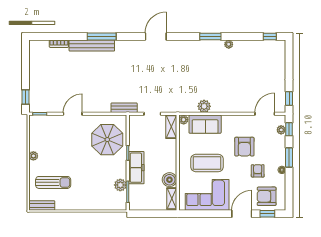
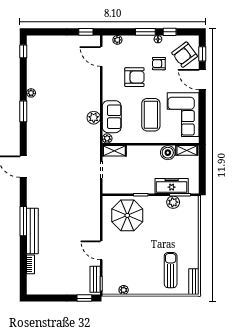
bench: (124, 108) -> (95, 279), moved
window: (289, 129) -> (170, 32), moved
plant: (33, 156) -> (124, 290), moved
freezer: (136, 168) -> (172, 186), moved
armchair: (267, 196) -> (185, 55), turned 53

